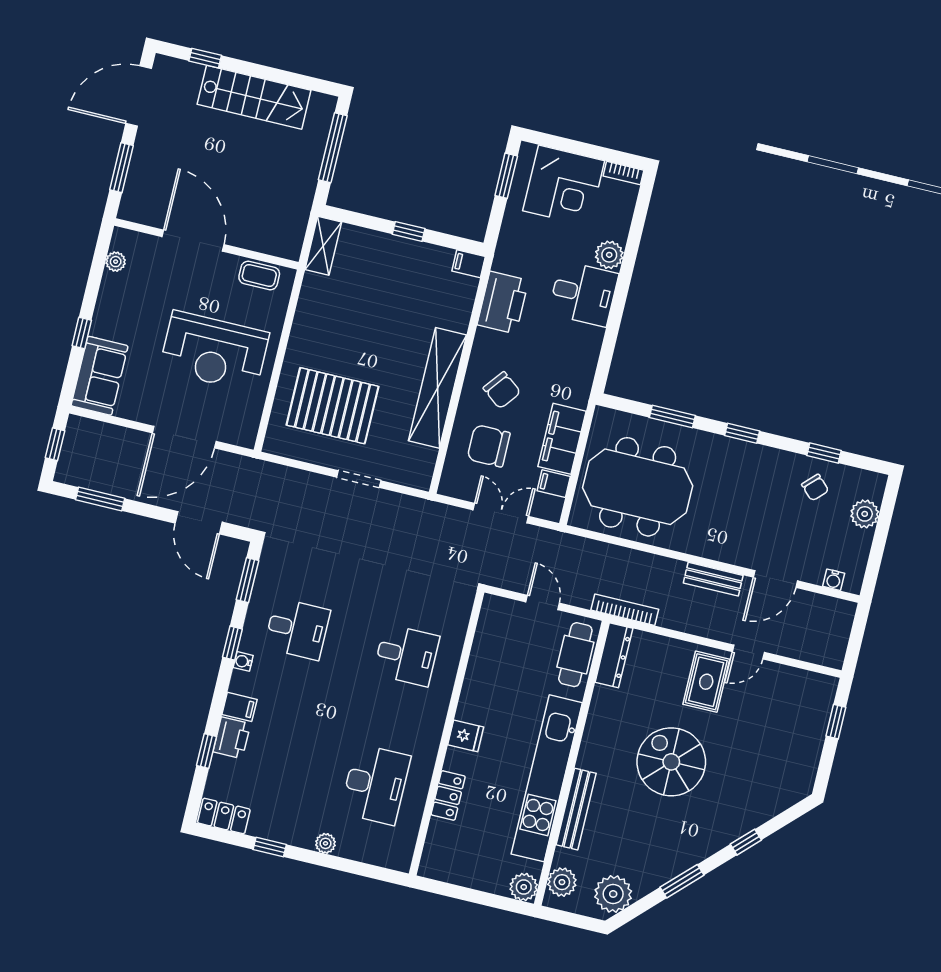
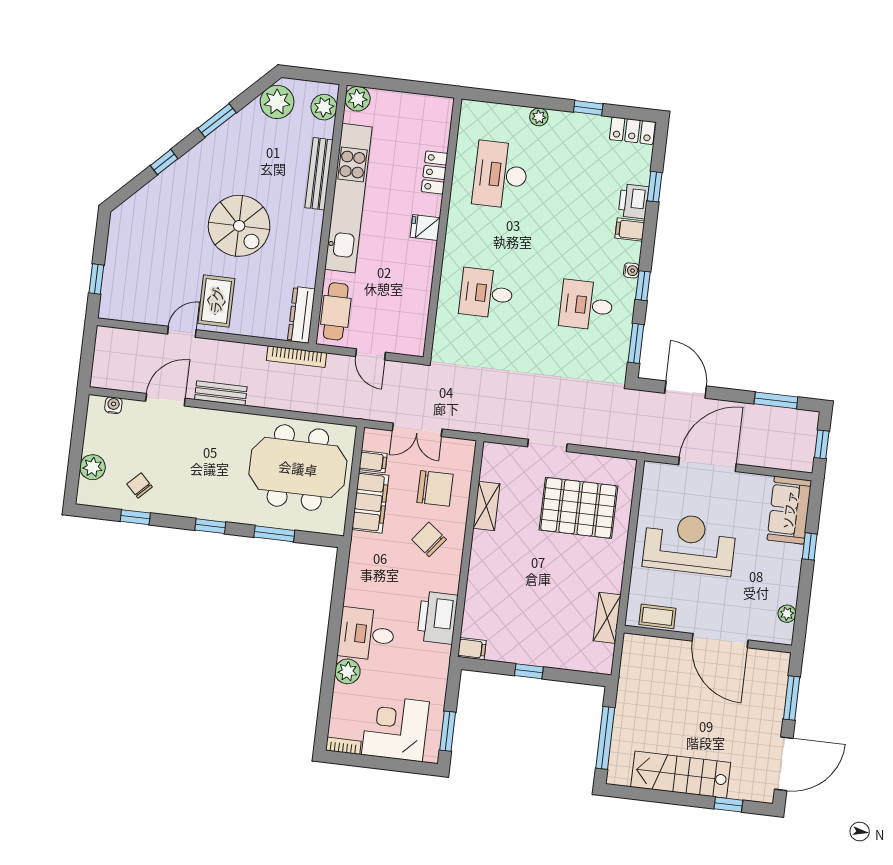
shelving: (323, 246) -> (607, 618), moved
shelving: (438, 388) -> (486, 506), width x0.45, depth x0.75

